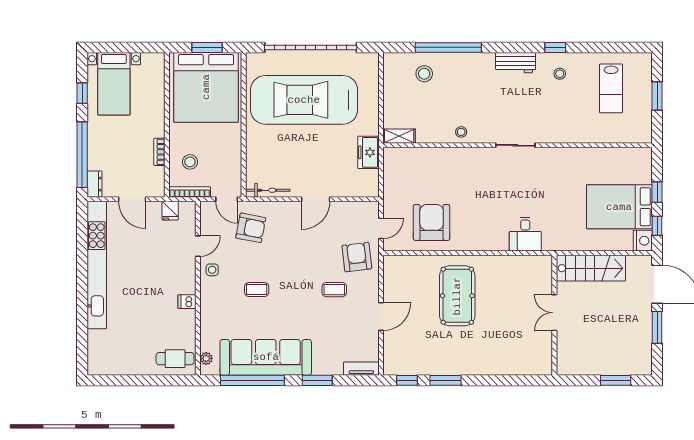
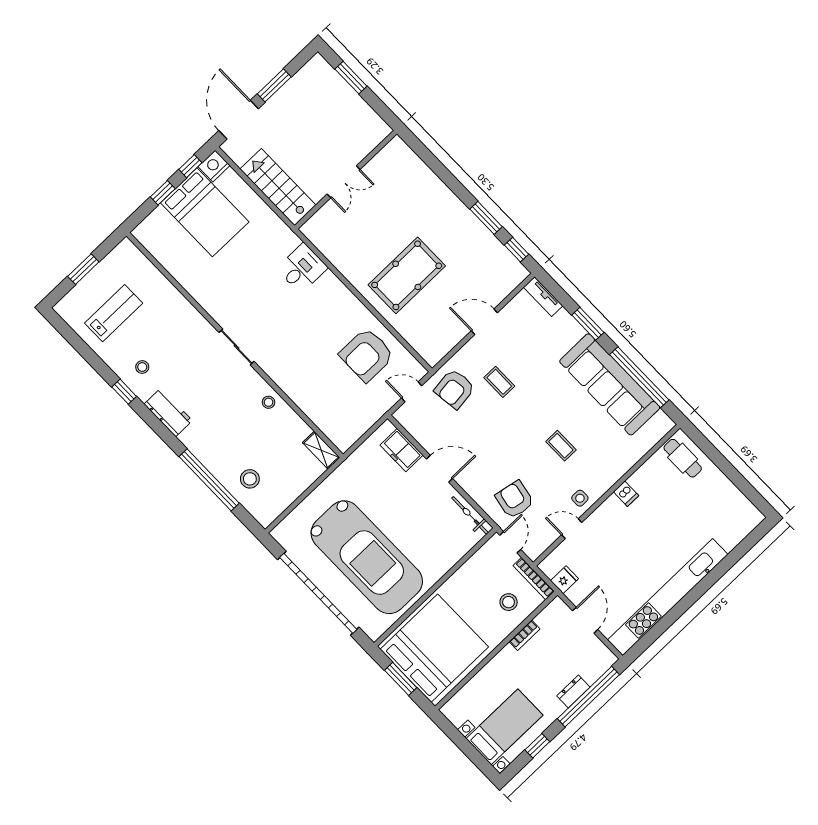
freezer: (368, 152) -> (402, 450), moved, turned 90
dresser: (94, 184) -> (573, 691), moved
plant: (206, 358) -> (658, 433), removed

